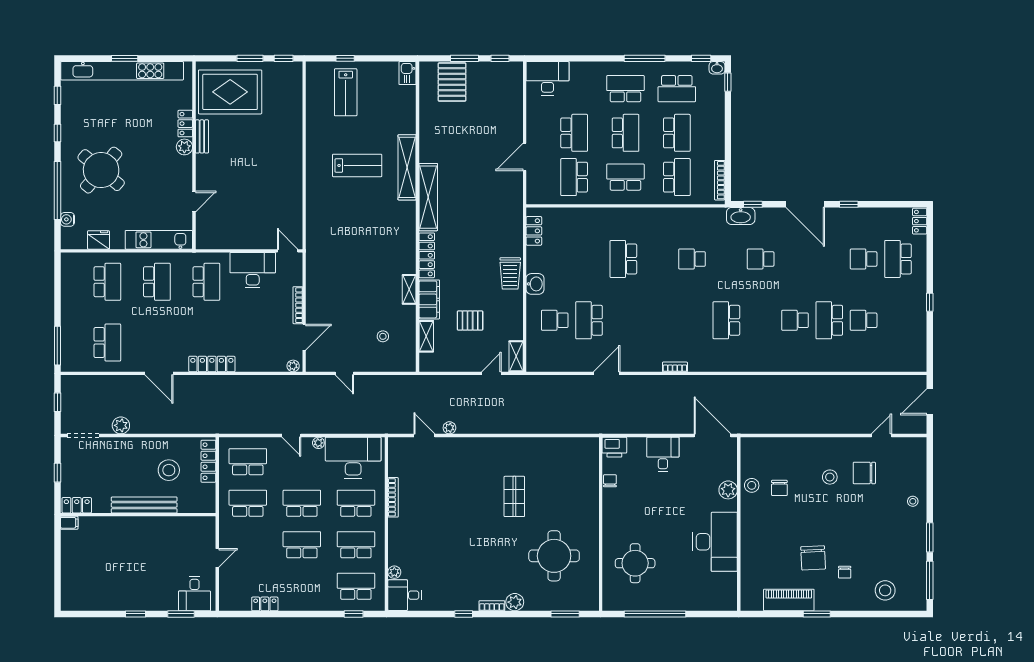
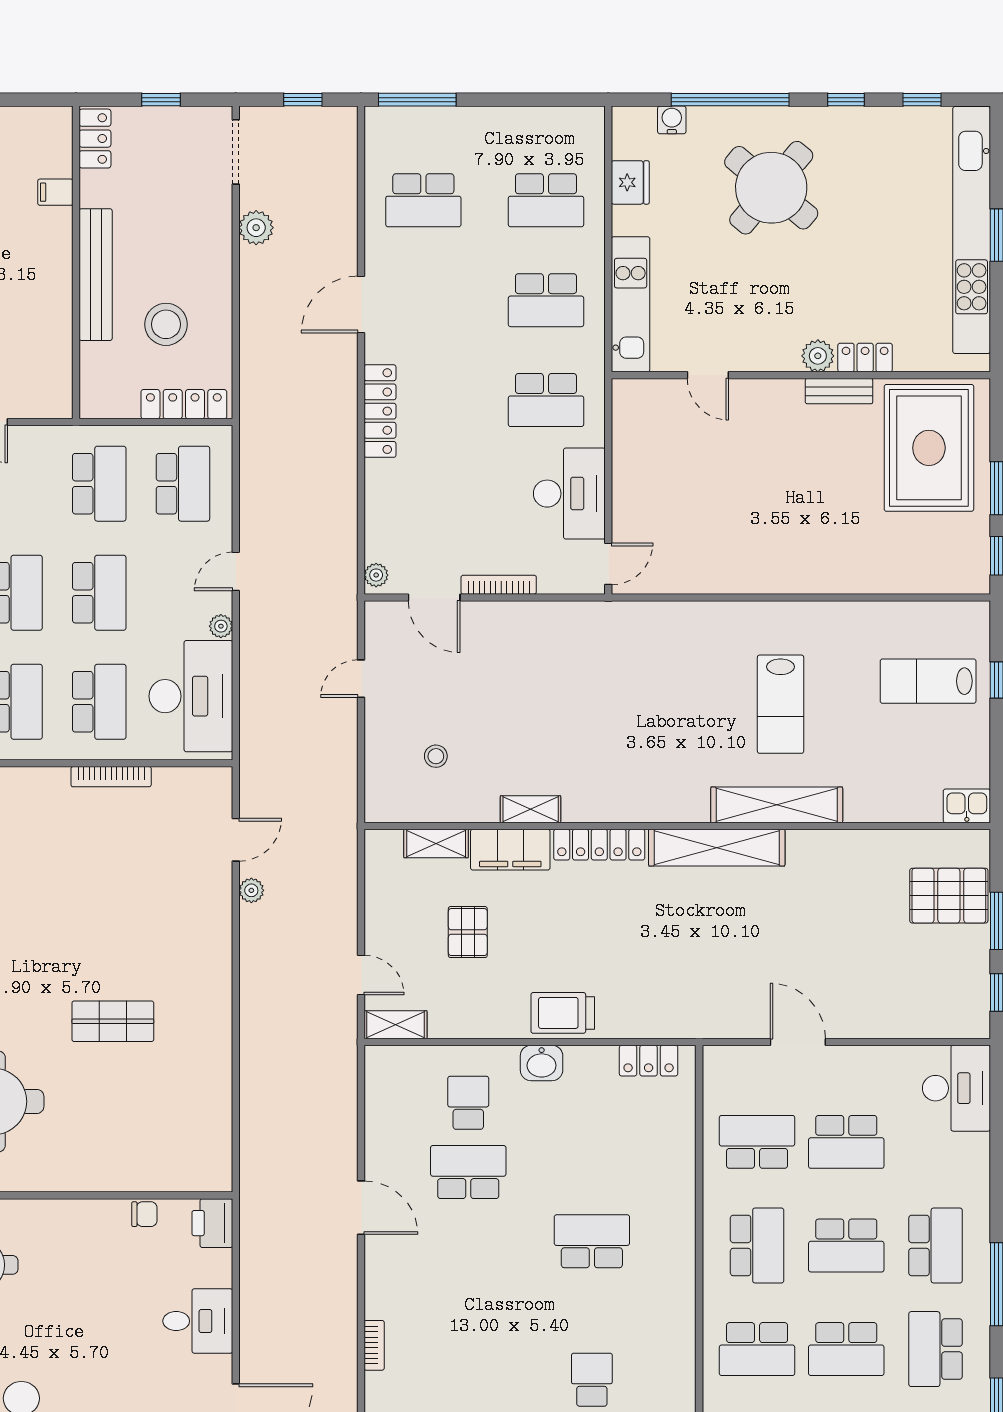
filing cabinet: (69, 523) -> (55, 192), moved, turned 90

